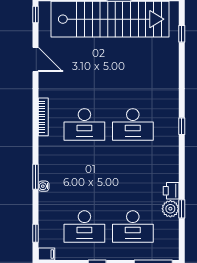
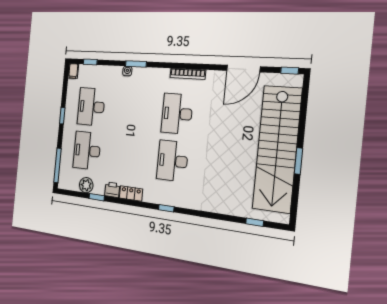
door: (36, 59) -> (243, 69), width x1.36
locker: (172, 168) -> (131, 193), added
plant: (170, 209) -> (86, 185), moved

